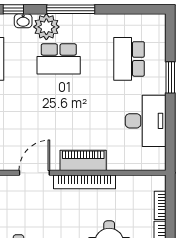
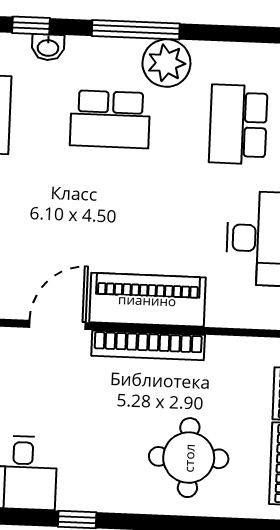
plant: (46, 27) -> (166, 63), moved
piano: (83, 160) -> (147, 300), width x1.37, depth x1.33

